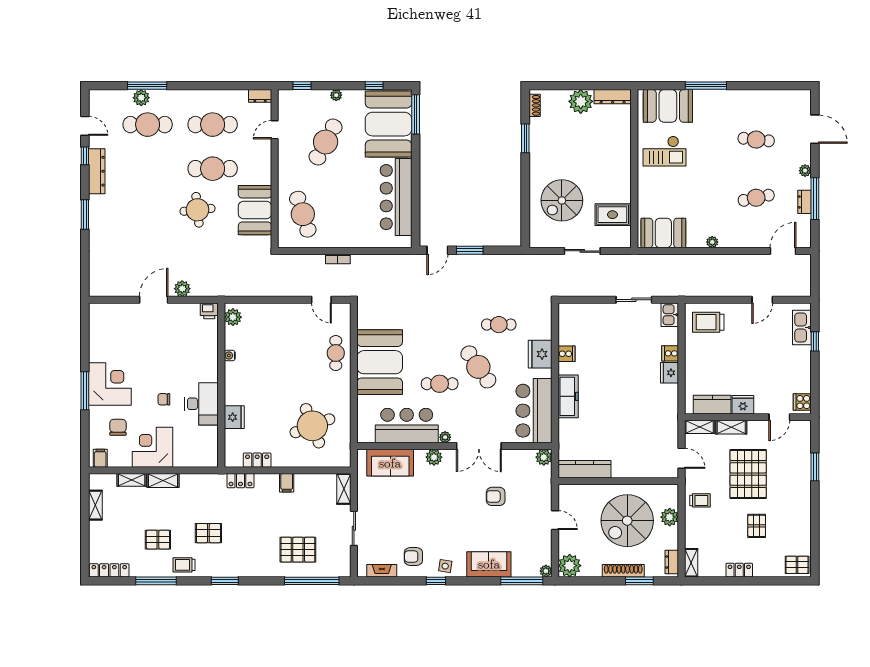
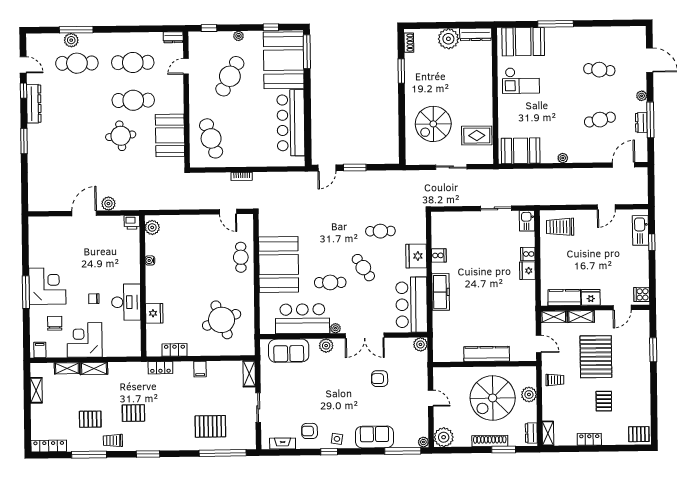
cafe table: (478, 367) -> (363, 268), width x0.73, depth x0.74
kitchen counter: (585, 469) -> (487, 354), moved

